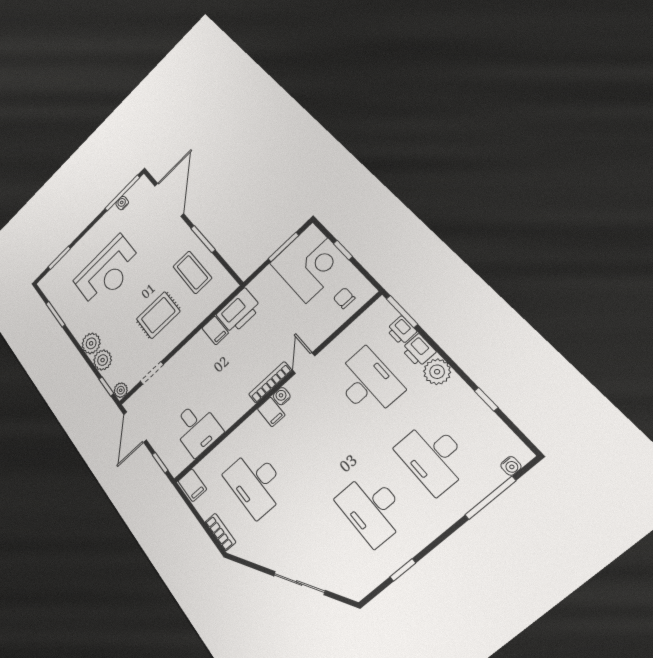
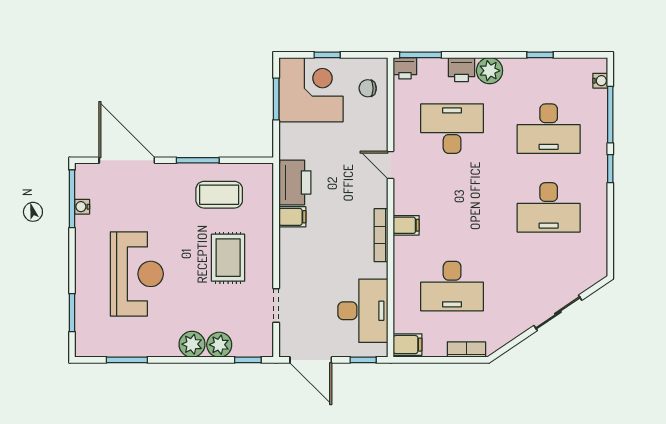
printer: (401, 331) -> (405, 68), moved
bookcase: (270, 382) -> (381, 235), moved
plant: (121, 390) -> (264, 348), removed
water cooler: (282, 396) -> (401, 206), removed
desk: (197, 428) -> (363, 311), width x1.37
window: (403, 570) -> (610, 169), moved

